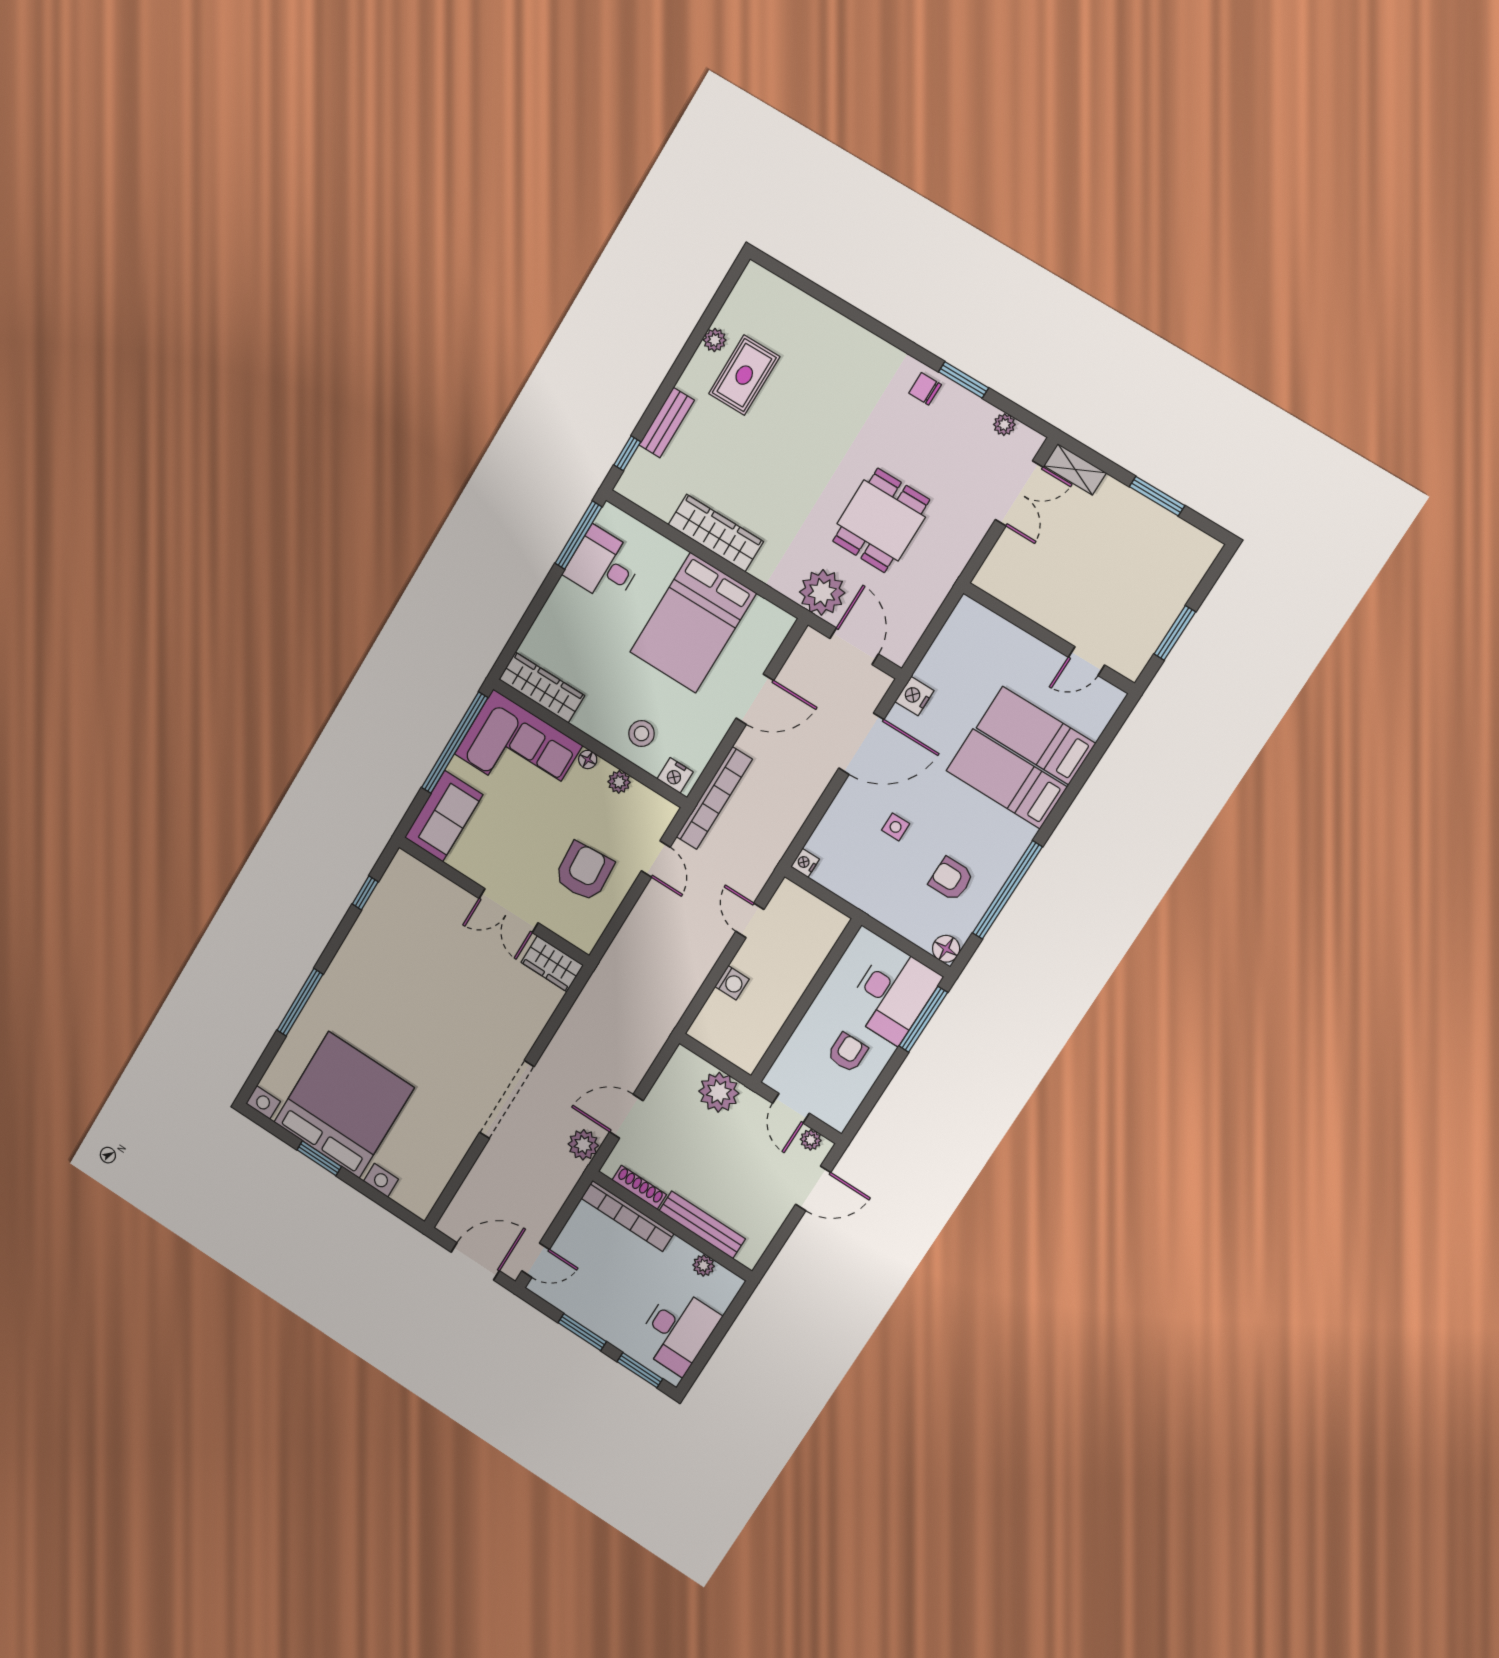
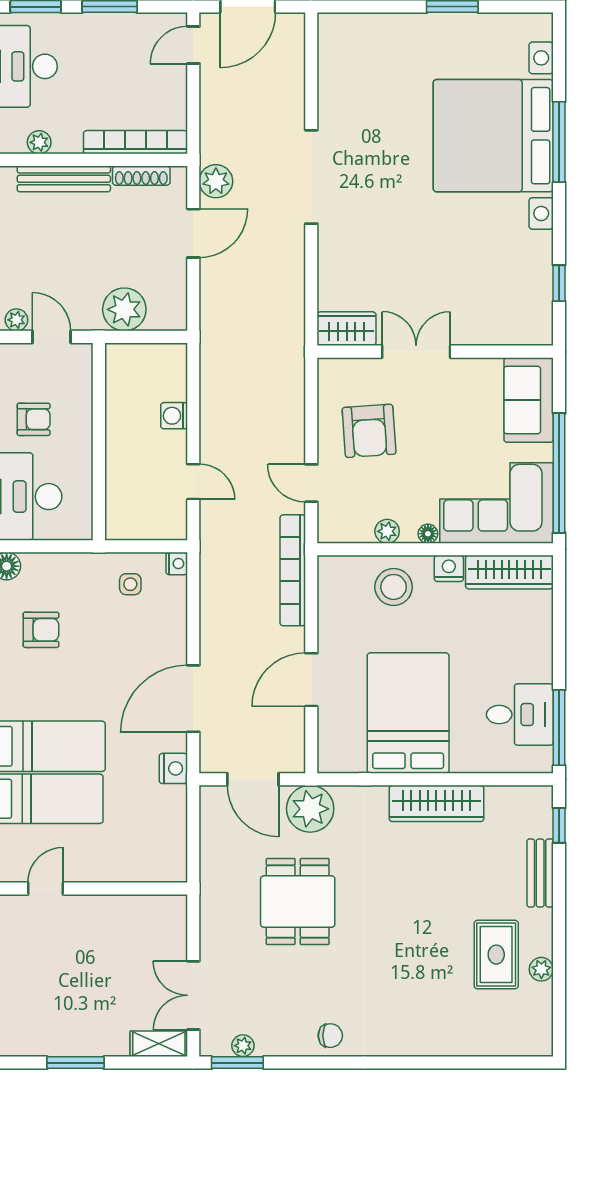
window: (963, 380) -> (237, 1063), moved
stool: (642, 734) -> (394, 587), width x1.38, depth x1.38
nightstand: (675, 775) -> (449, 568), moved
side table: (896, 827) -> (130, 584), moved
armchair: (848, 1052) -> (34, 419), turned -90
bed with nightstands: (344, 1105) -> (493, 136), moved, turned 90

